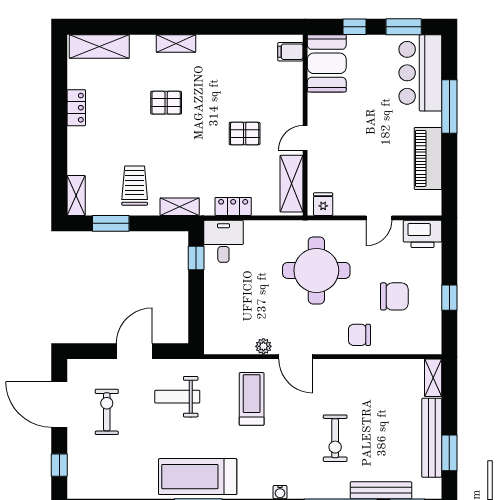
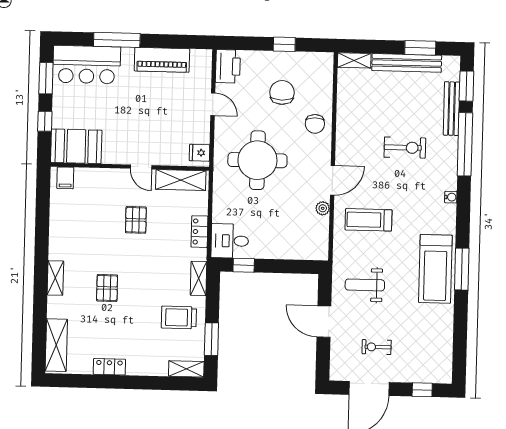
weight bench: (177, 397) -> (365, 285), turned 90
exercise bike: (107, 412) -> (377, 347), width x0.73, depth x0.72

